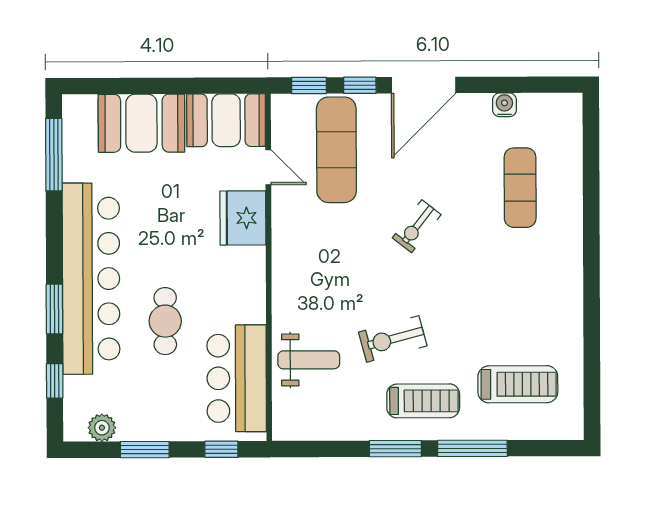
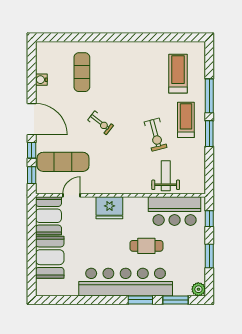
window: (54, 155) -> (65, 300), removed
exercise mat: (520, 188) -> (82, 72), turned 90
fridge: (243, 218) -> (109, 208), moved
window: (55, 381) -> (175, 300), width x1.50
plant: (102, 428) -> (198, 289), moved

